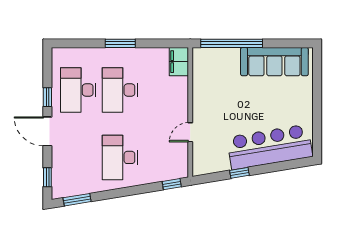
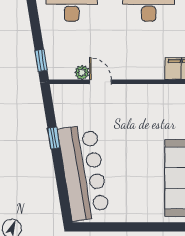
plant: (182, 148) -> (82, 72), added

